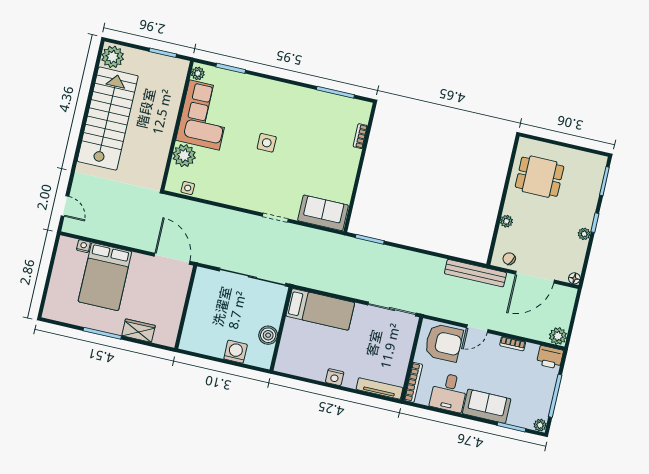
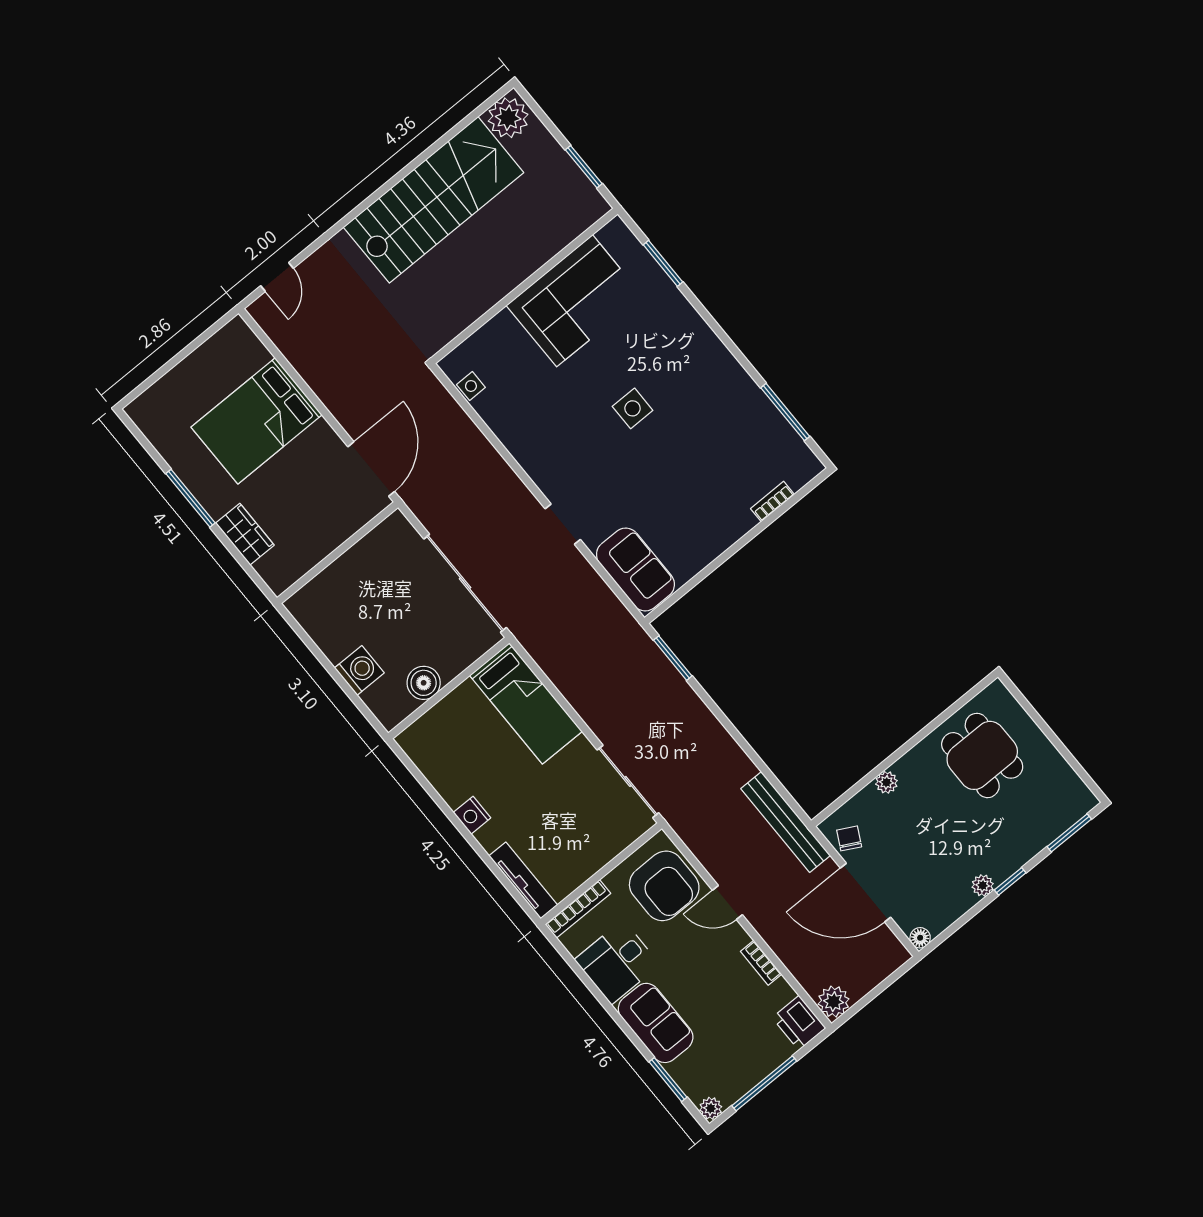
plant: (198, 73) -> (611, 235), removed
plant: (184, 156) -> (501, 336), removed
nightstand: (83, 246) -> (259, 354), removed

